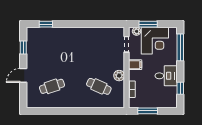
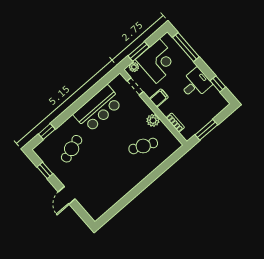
bar counter: (91, 38) -> (98, 109), added
cafe table: (52, 86) -> (72, 149), moved

